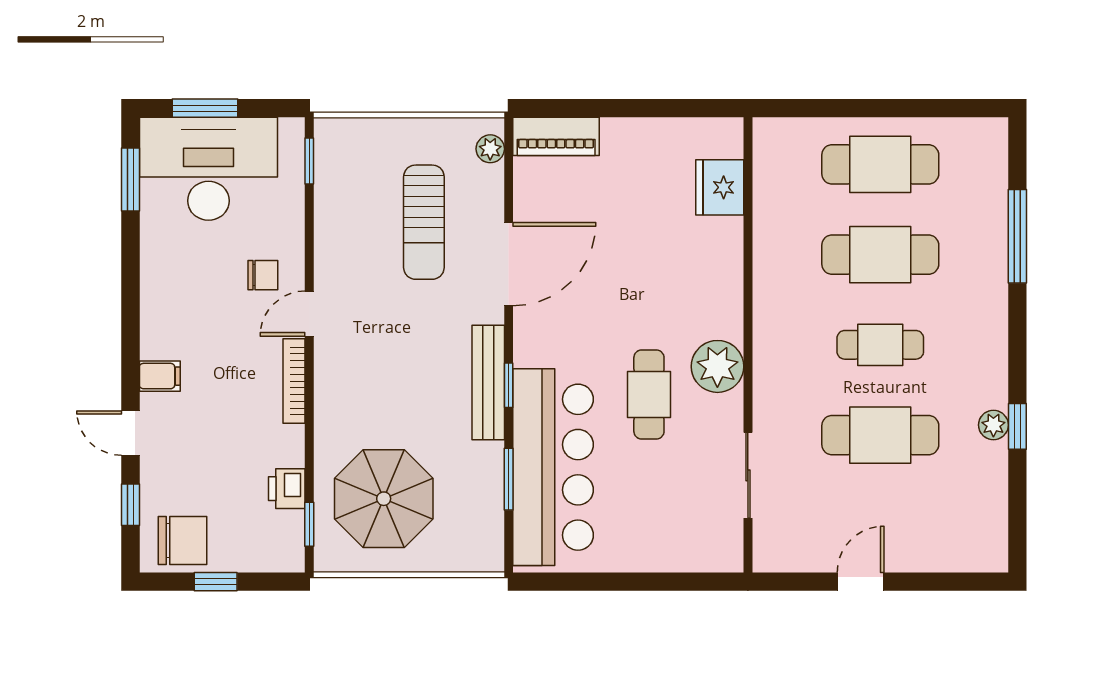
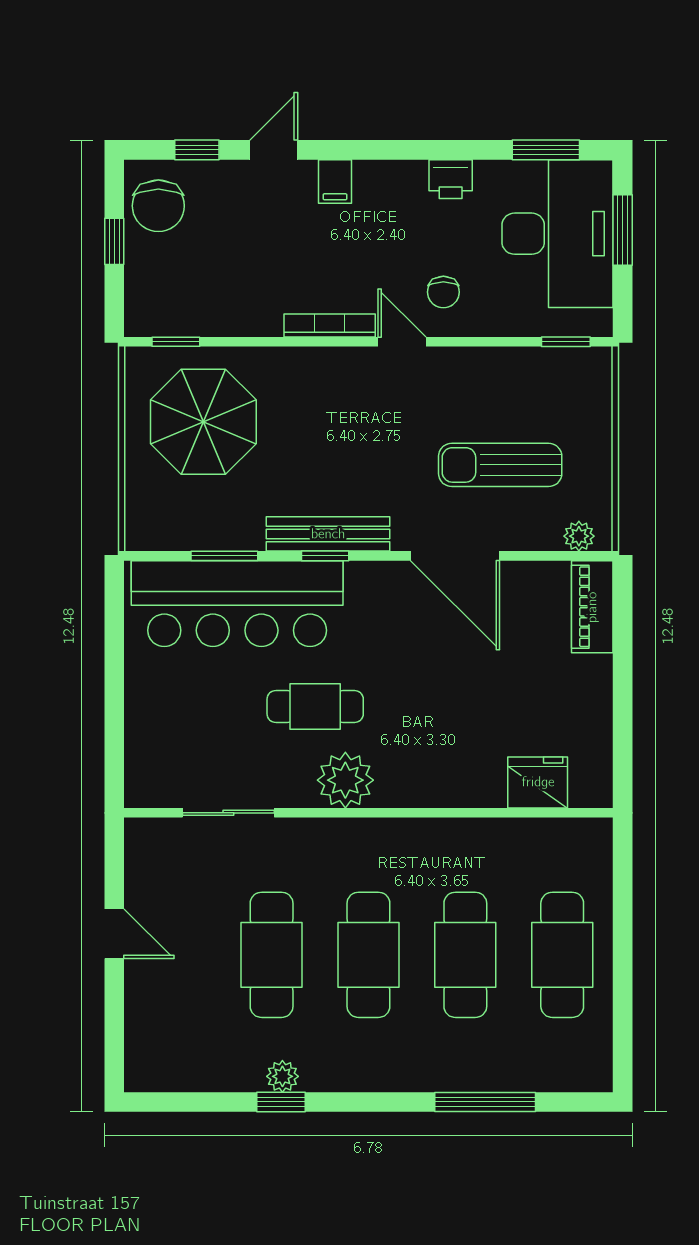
cafe table: (880, 345) -> (368, 955), width x1.37, depth x1.35
printer: (287, 489) -> (451, 179), moved, turned 180

